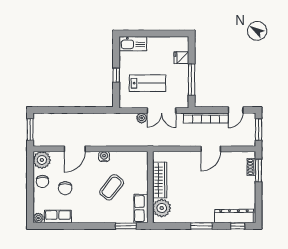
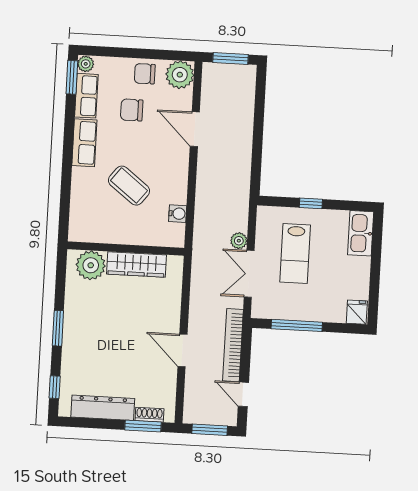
fridge: (181, 58) -> (357, 312), moved
water cooler: (104, 156) -> (178, 214), moved
row of seats: (141, 209) -> (84, 143), moved, turned 90
dresser: (234, 216) -> (103, 408), moved, turned -90
window: (126, 226) -> (72, 77), moved

